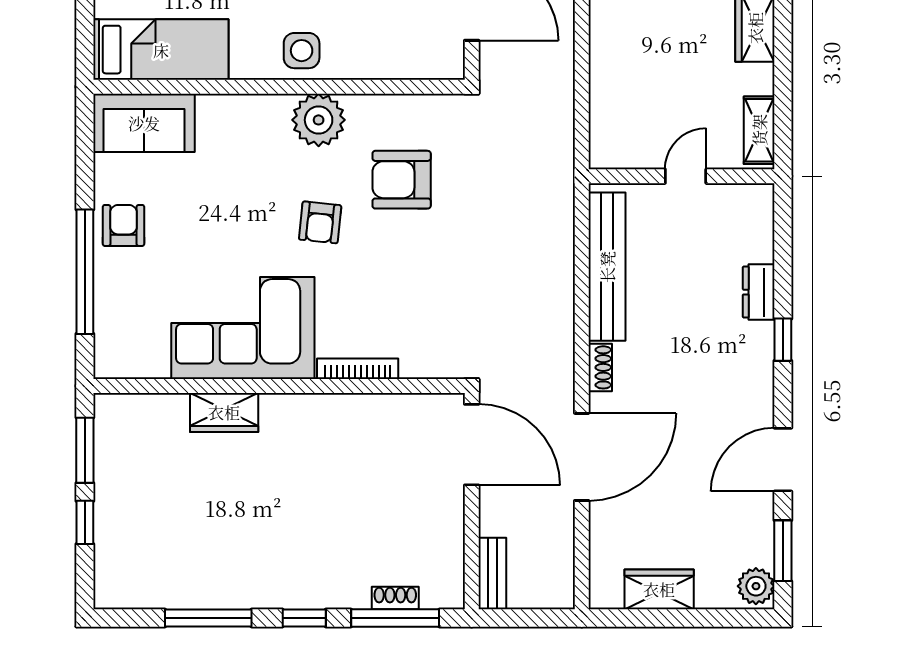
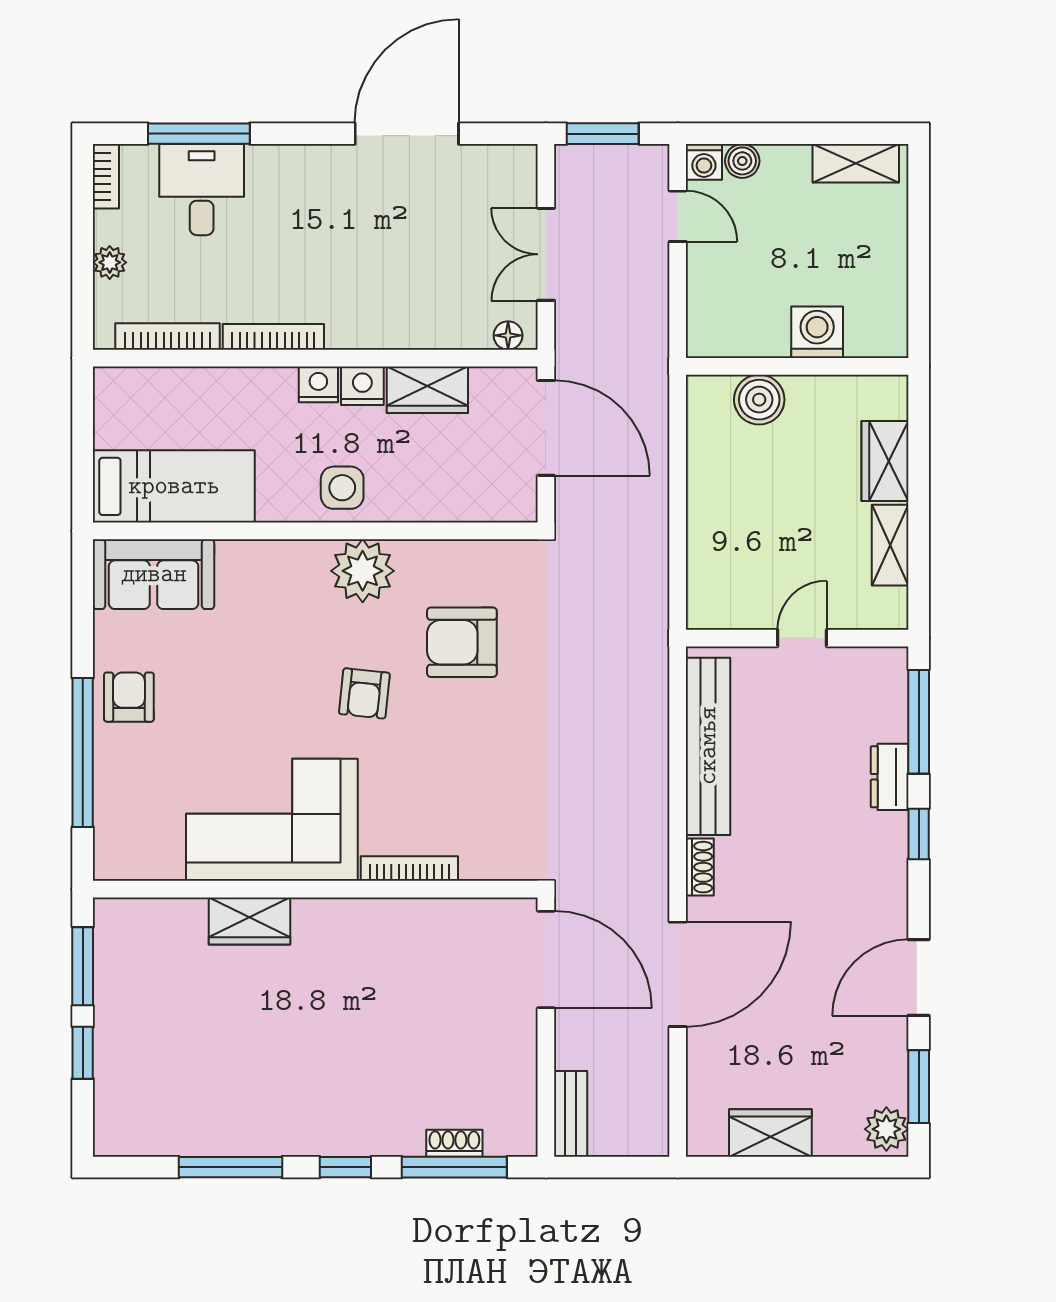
shelving: (759, 130) -> (890, 545), moved
window: (783, 246) -> (919, 722), added

